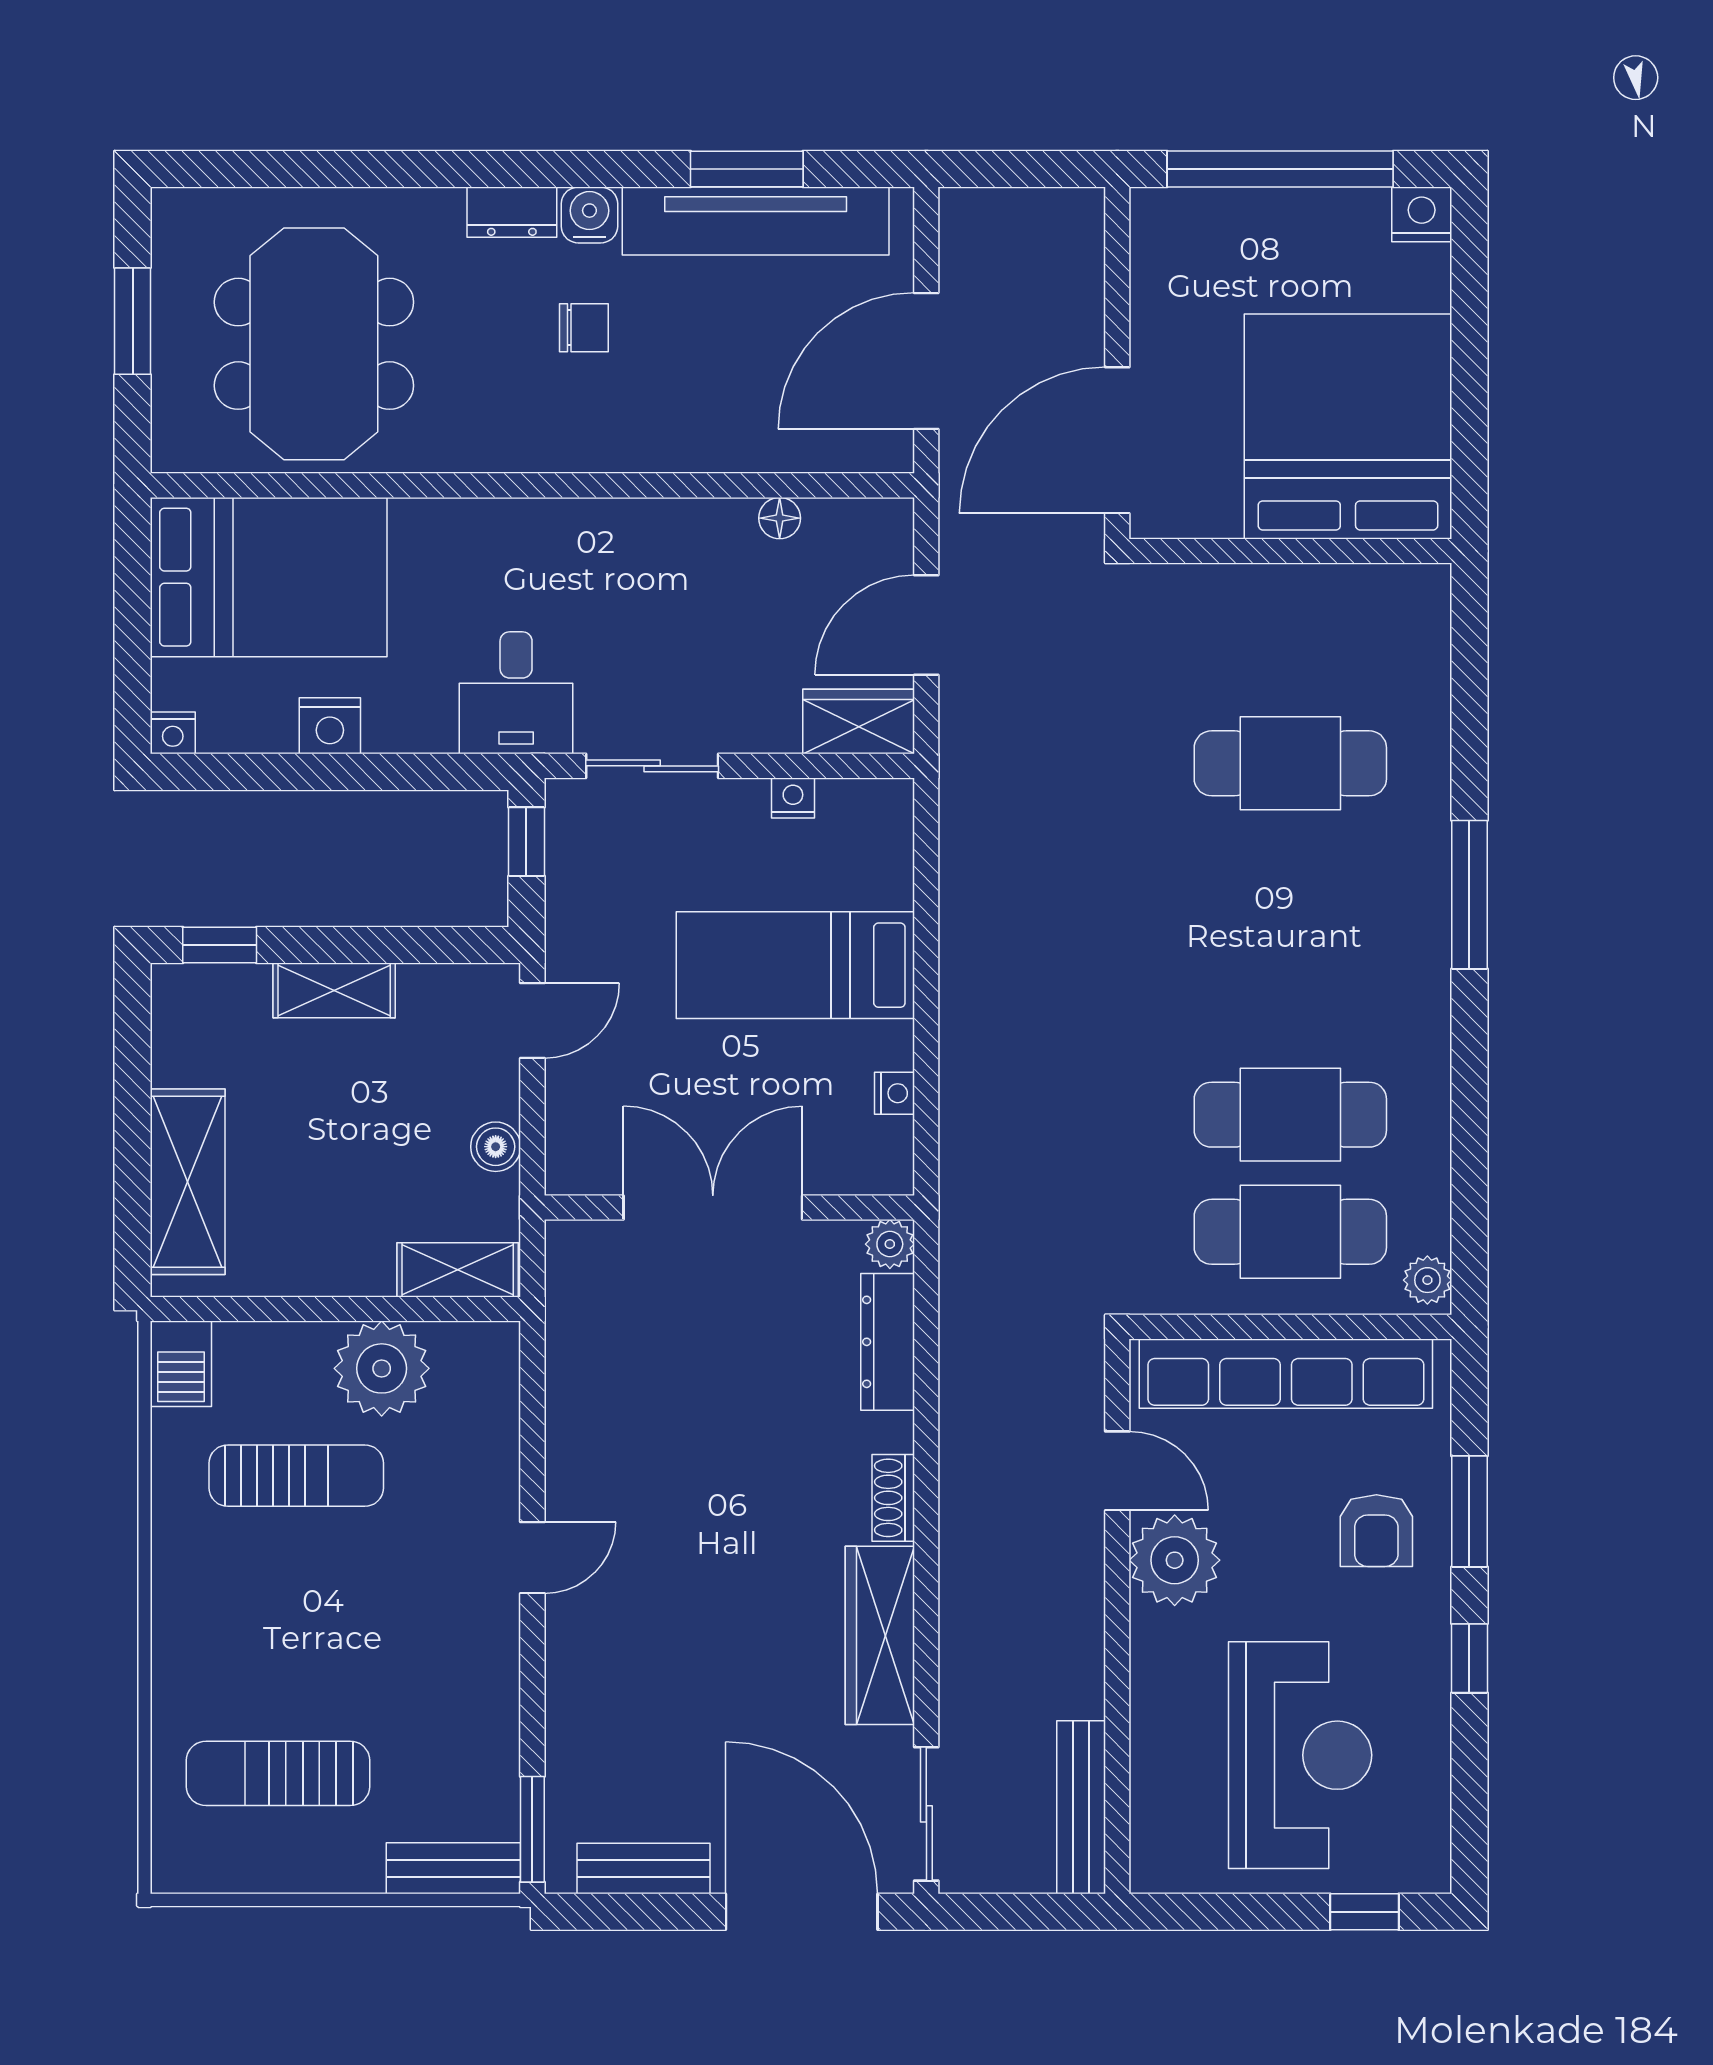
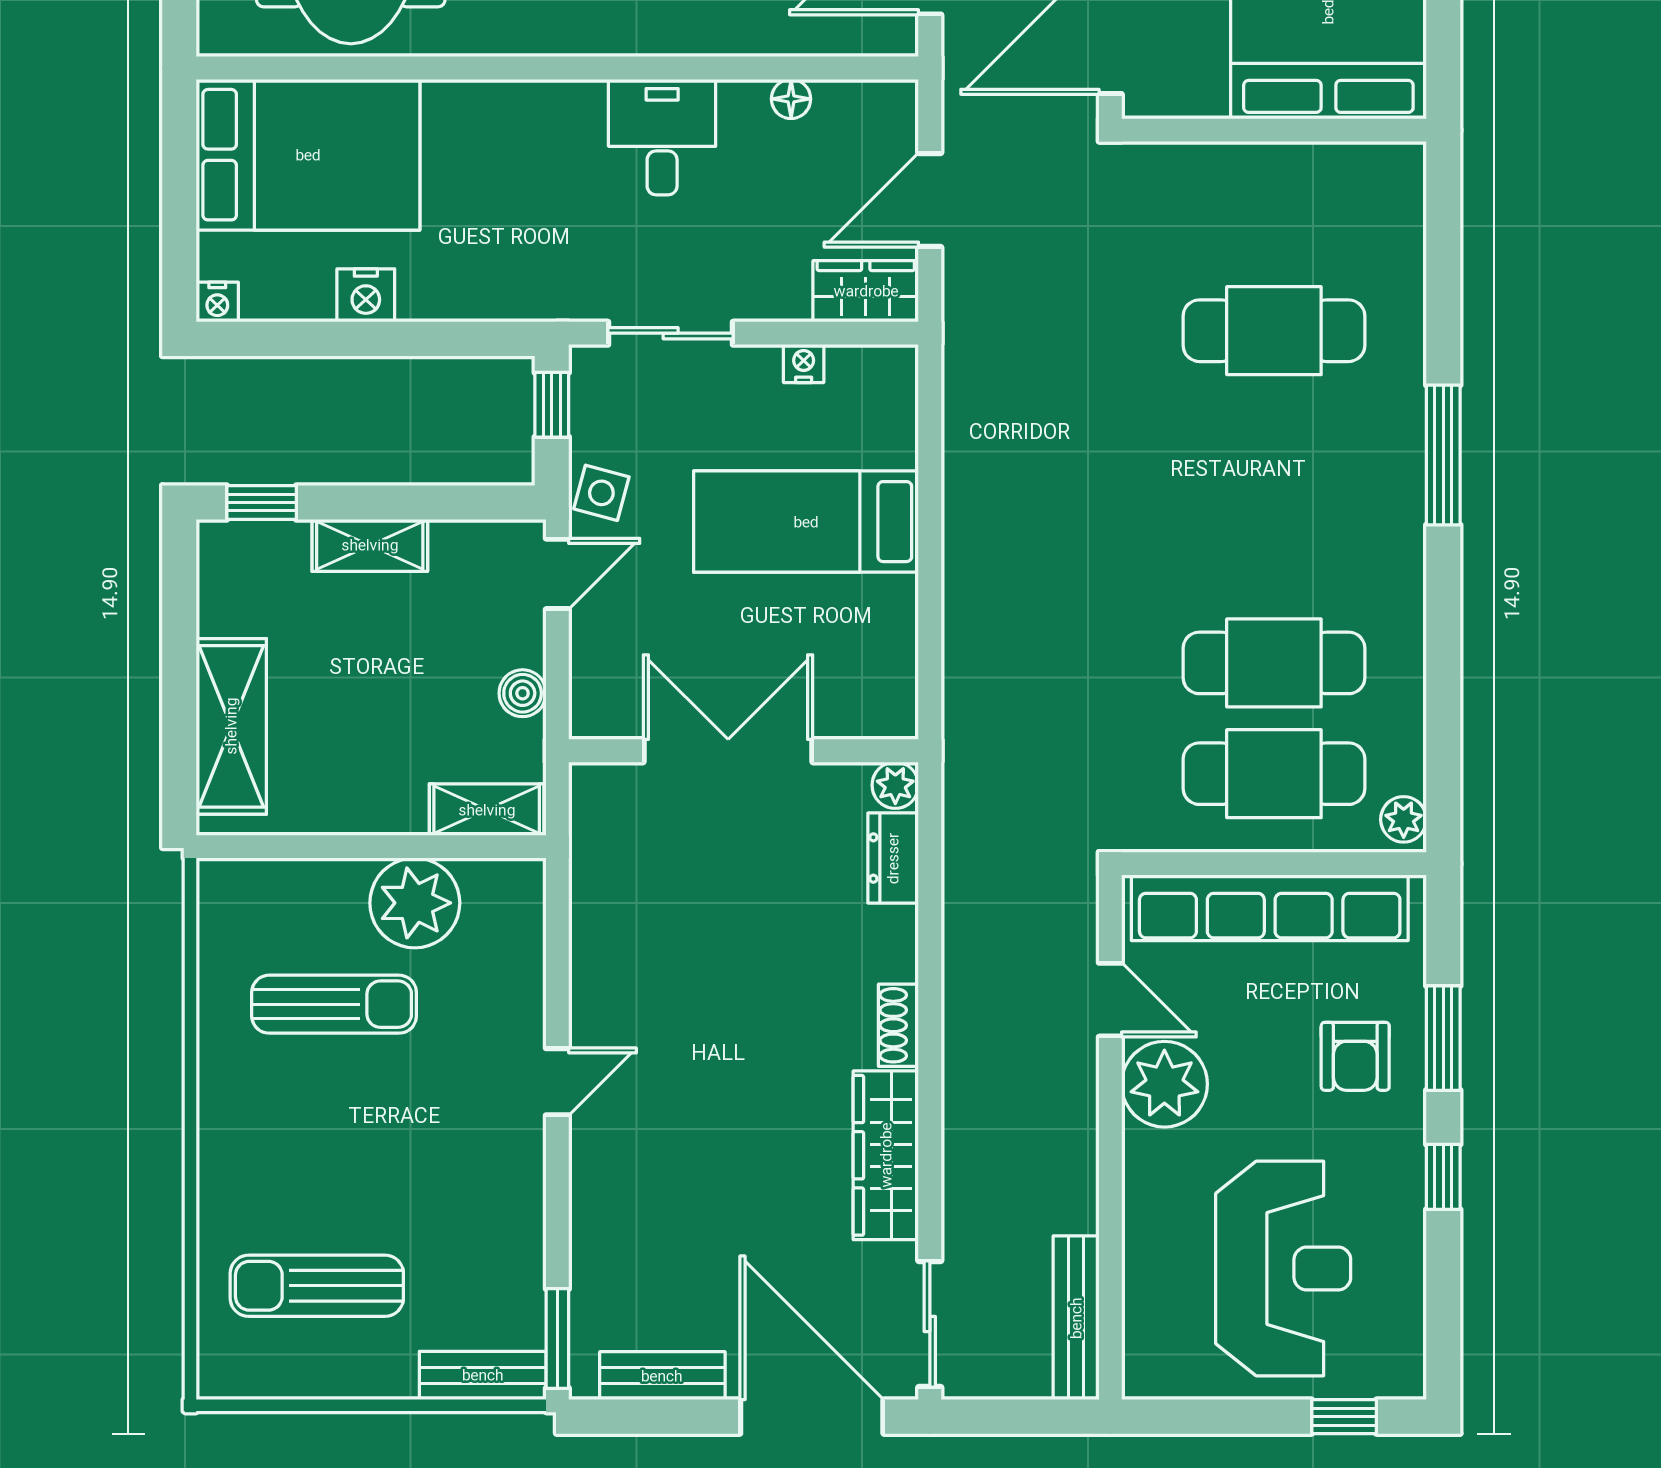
desk: (516, 693) -> (662, 137), moved, turned 180
side table: (579, 935) -> (601, 493), added
nightstand: (895, 1093) -> (900, 643), removed
dresser: (888, 1342) -> (893, 858), width x0.70
barbecue: (181, 1364) -> (225, 899), removed

